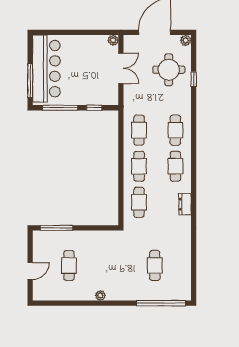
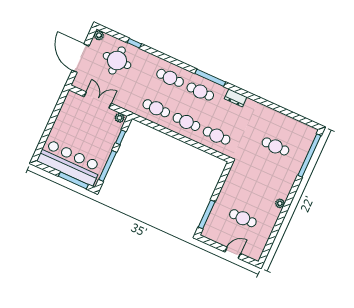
plant: (113, 40) -> (120, 118), moved
window: (194, 170) -> (210, 78), added
door: (30, 271) -> (233, 253), hinge flipped

